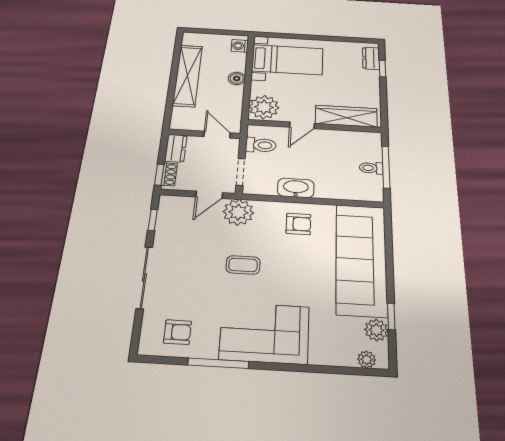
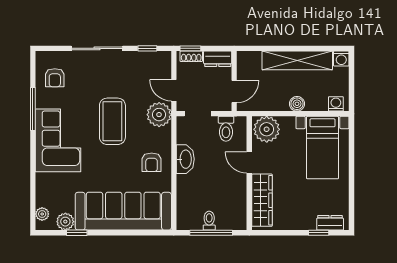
washing machine: (190, 38) -> (341, 59), added
coffee table: (243, 265) -> (112, 121), width x1.86, depth x1.72

